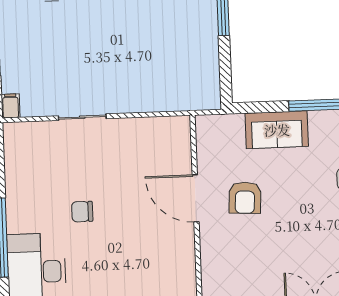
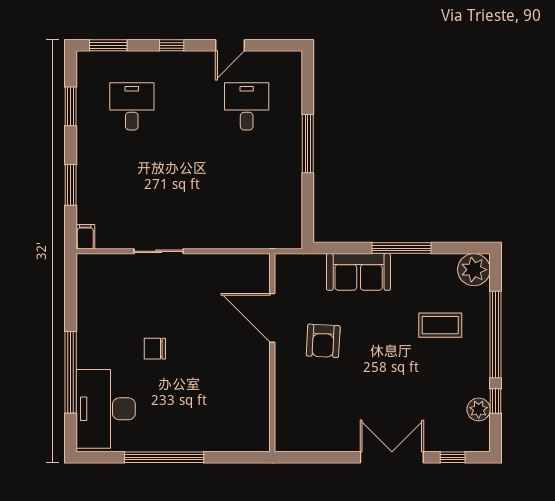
door: (196, 198) -> (272, 318), moved

